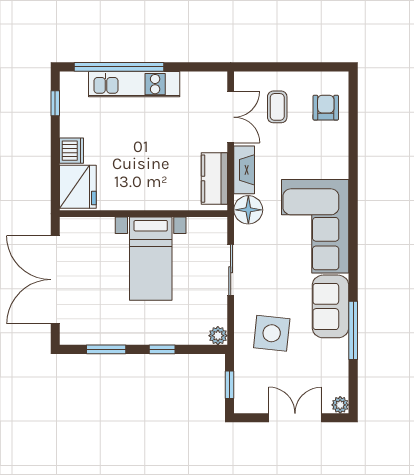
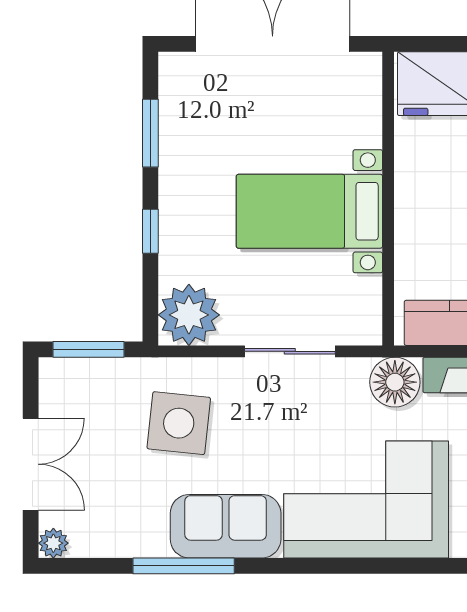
plant: (218, 336) -> (189, 315), width x1.87, depth x1.87
window: (230, 385) -> (88, 349), width x1.50

